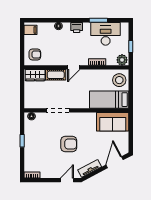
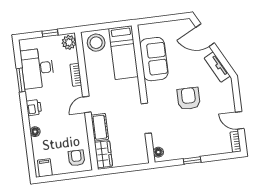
door: (74, 67) -> (87, 105), swing flipped
sofa: (113, 122) -> (154, 59), moved
door: (67, 180) -> (240, 120), moved

